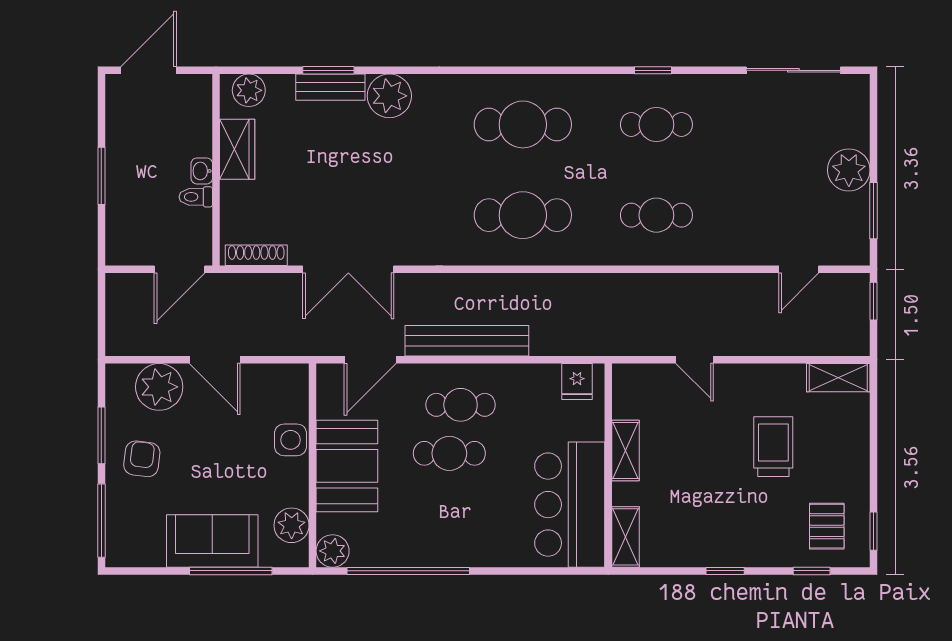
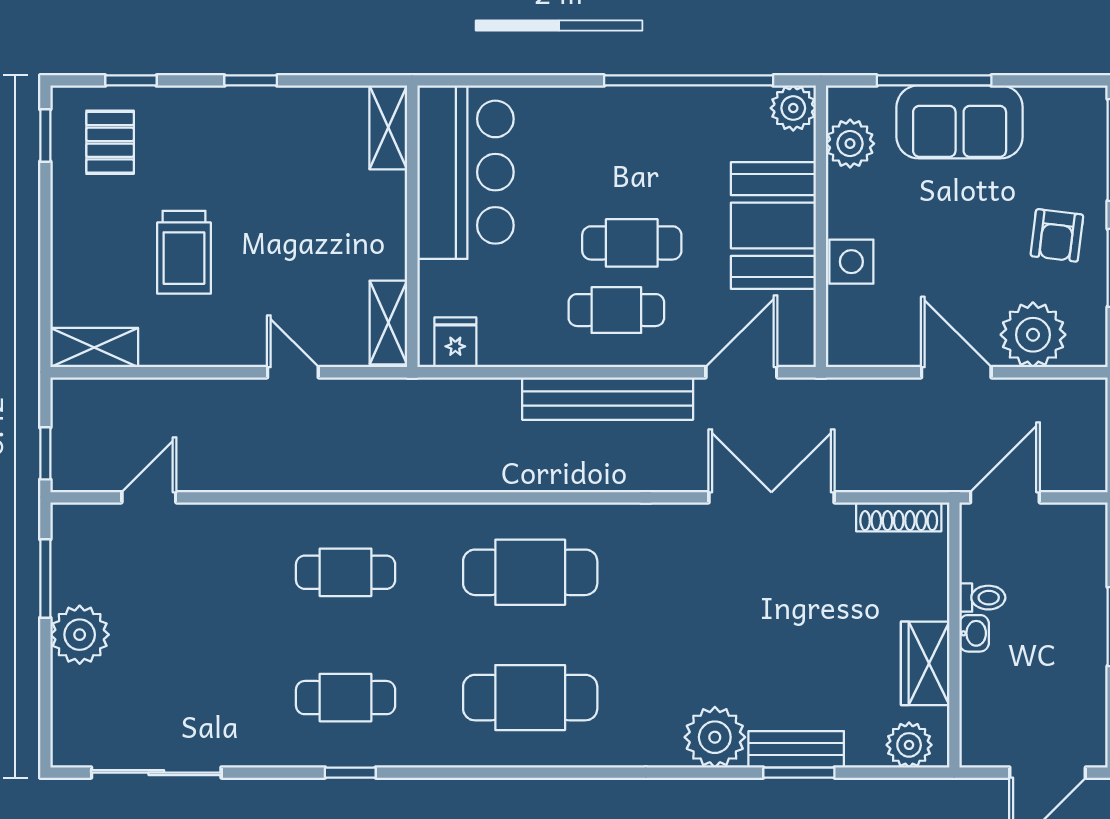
shelving: (625, 451) -> (388, 322), moved

